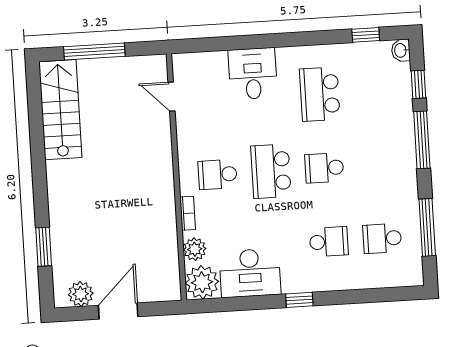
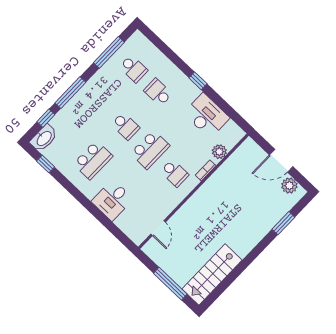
washbasin: (401, 50) -> (44, 138), width x1.91, depth x1.45
plant: (202, 282) -> (232, 134), removed

